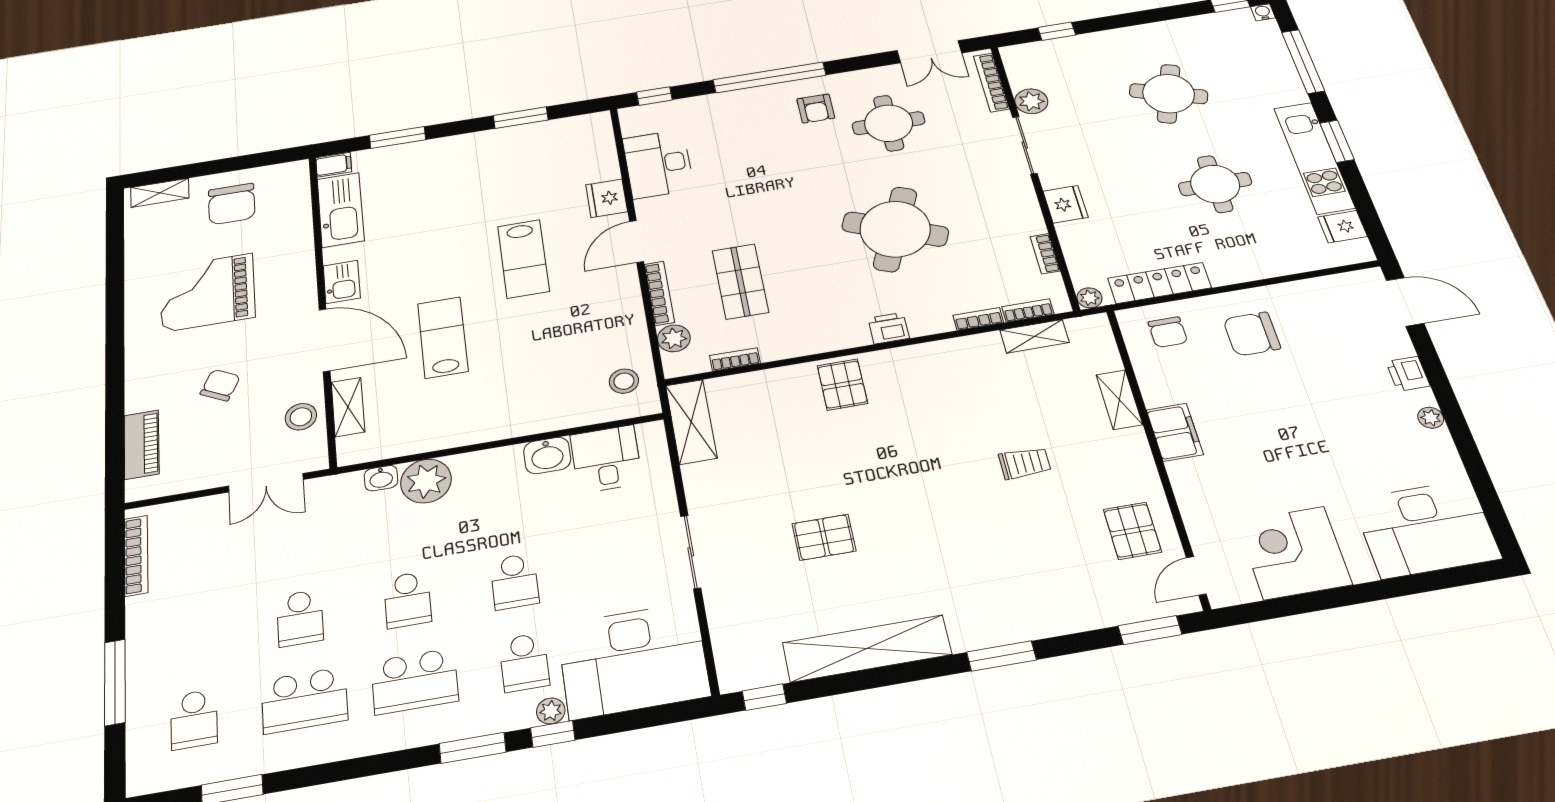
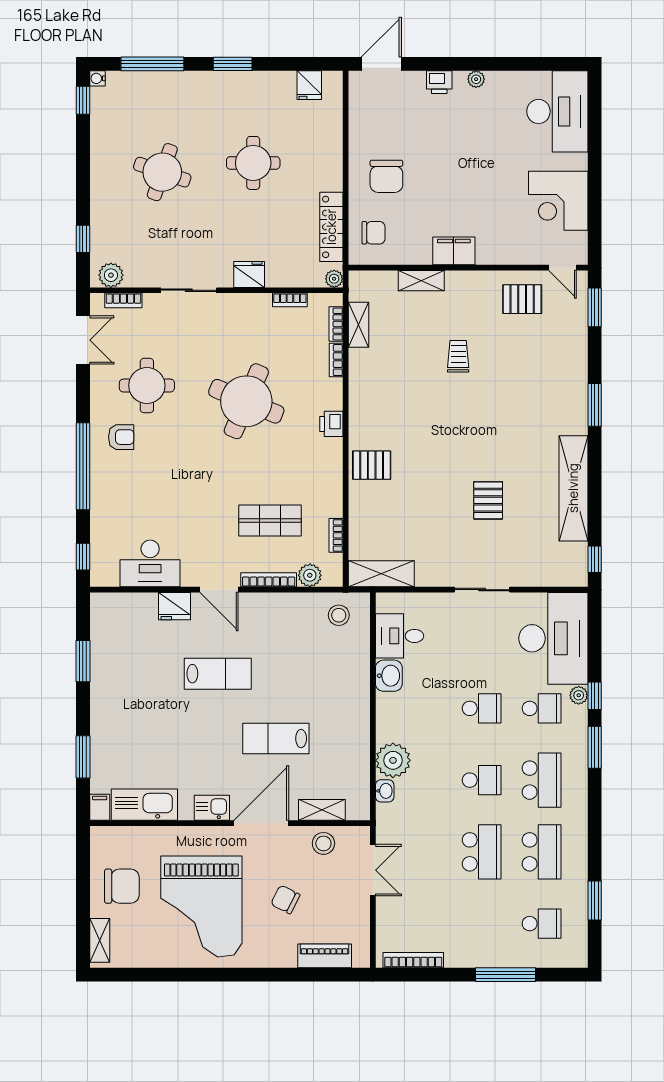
bookcase: (991, 82) -> (123, 300), width x0.64
plant: (1031, 101) -> (111, 275), moved
kitchen unit: (1314, 158) -> (244, 85), removed
grand piano: (207, 292) -> (201, 907), width x1.37, depth x1.48
school desk: (300, 618) -> (482, 852), width x1.85

